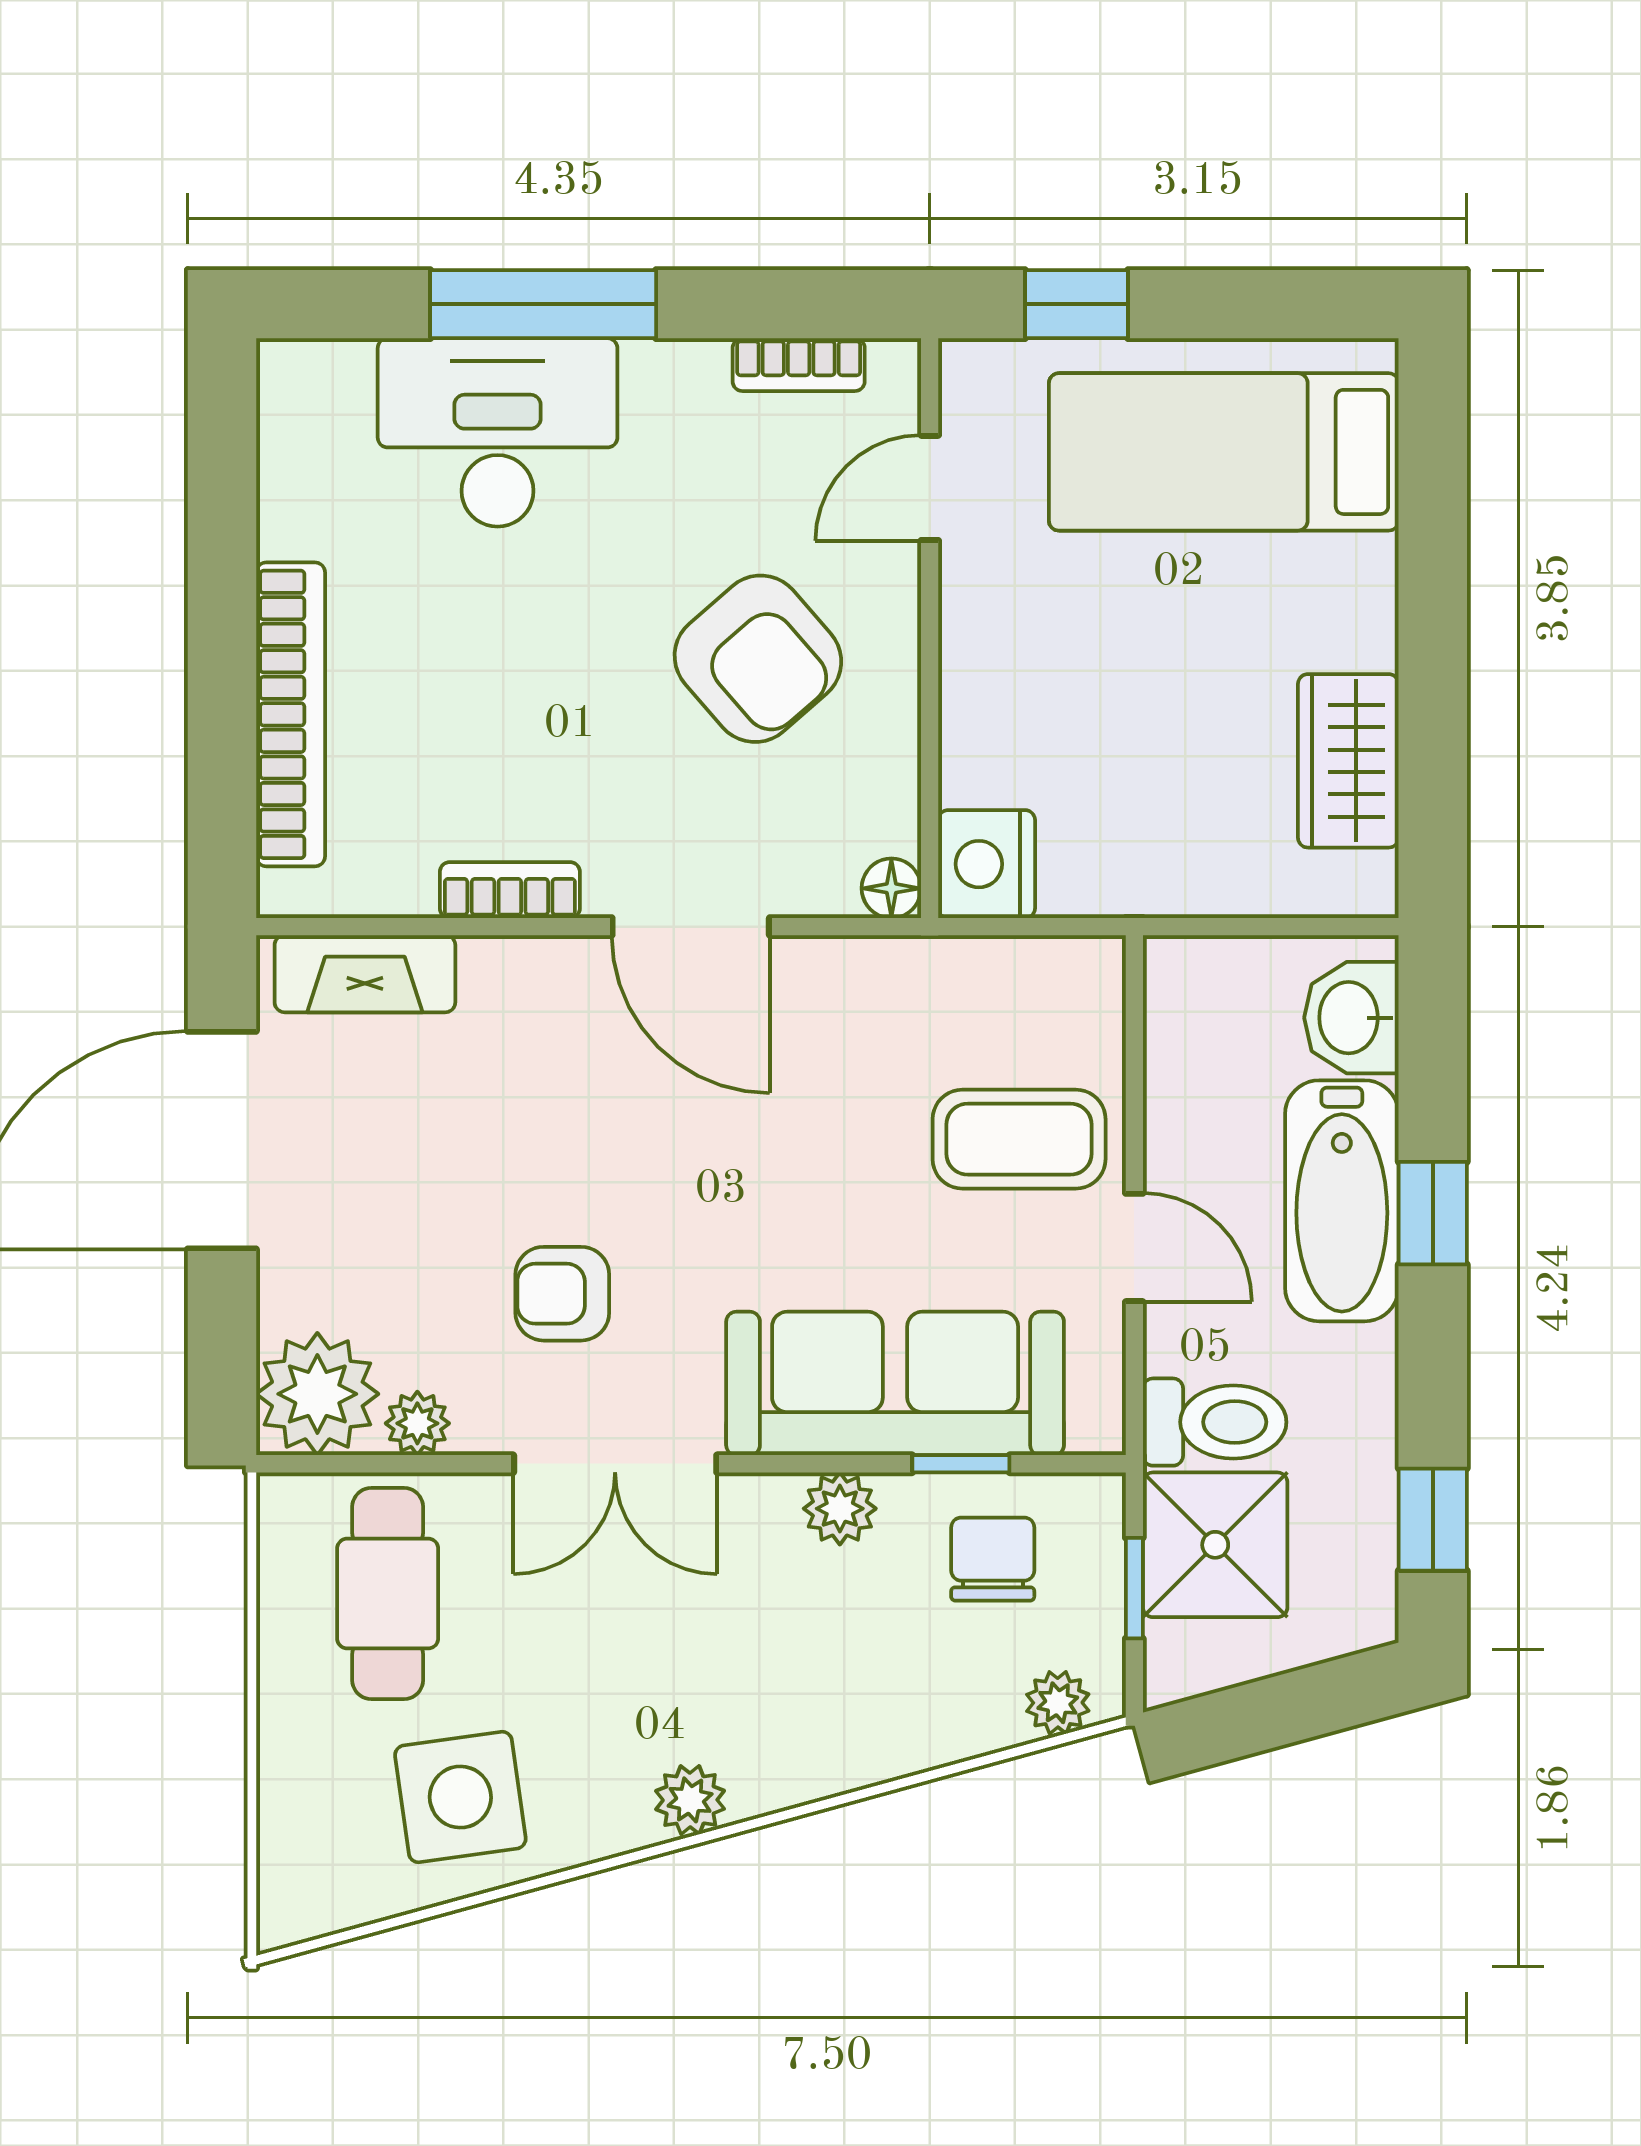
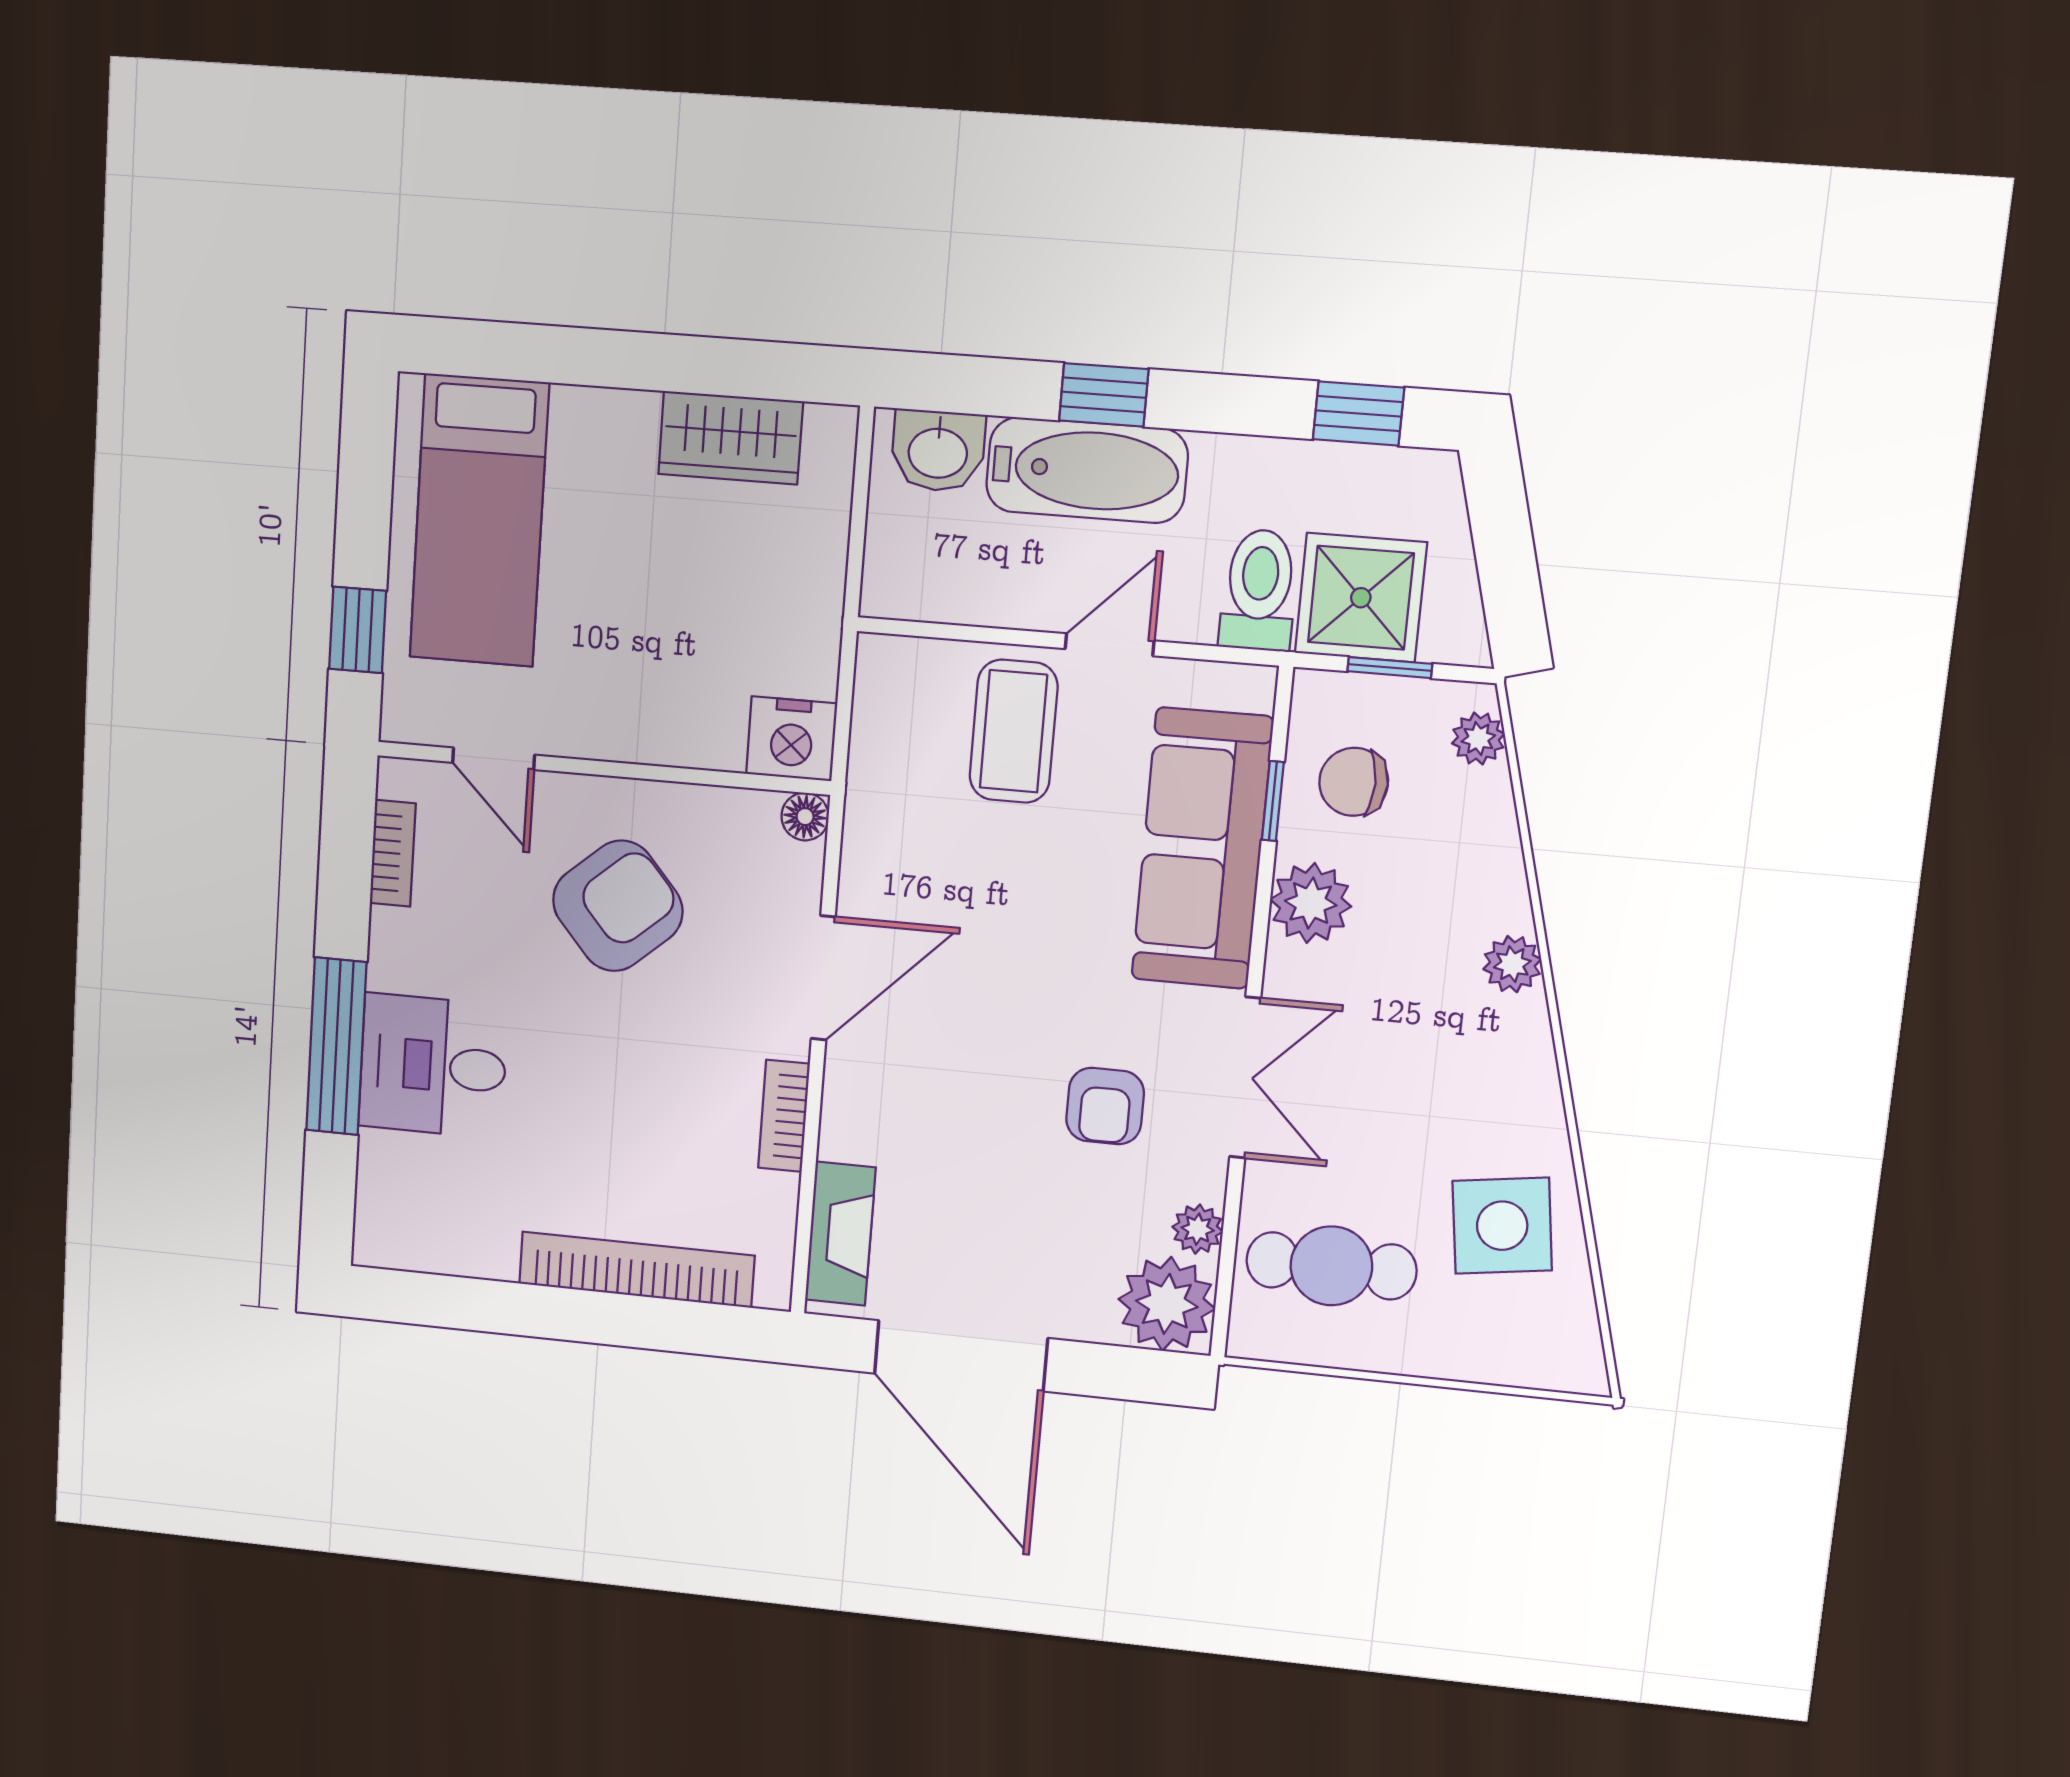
desk: (498, 432) -> (433, 1066), width x0.73
plant: (840, 1509) -> (1311, 903), width x1.38, depth x1.38
plant: (690, 1800) -> (1512, 964), moved

